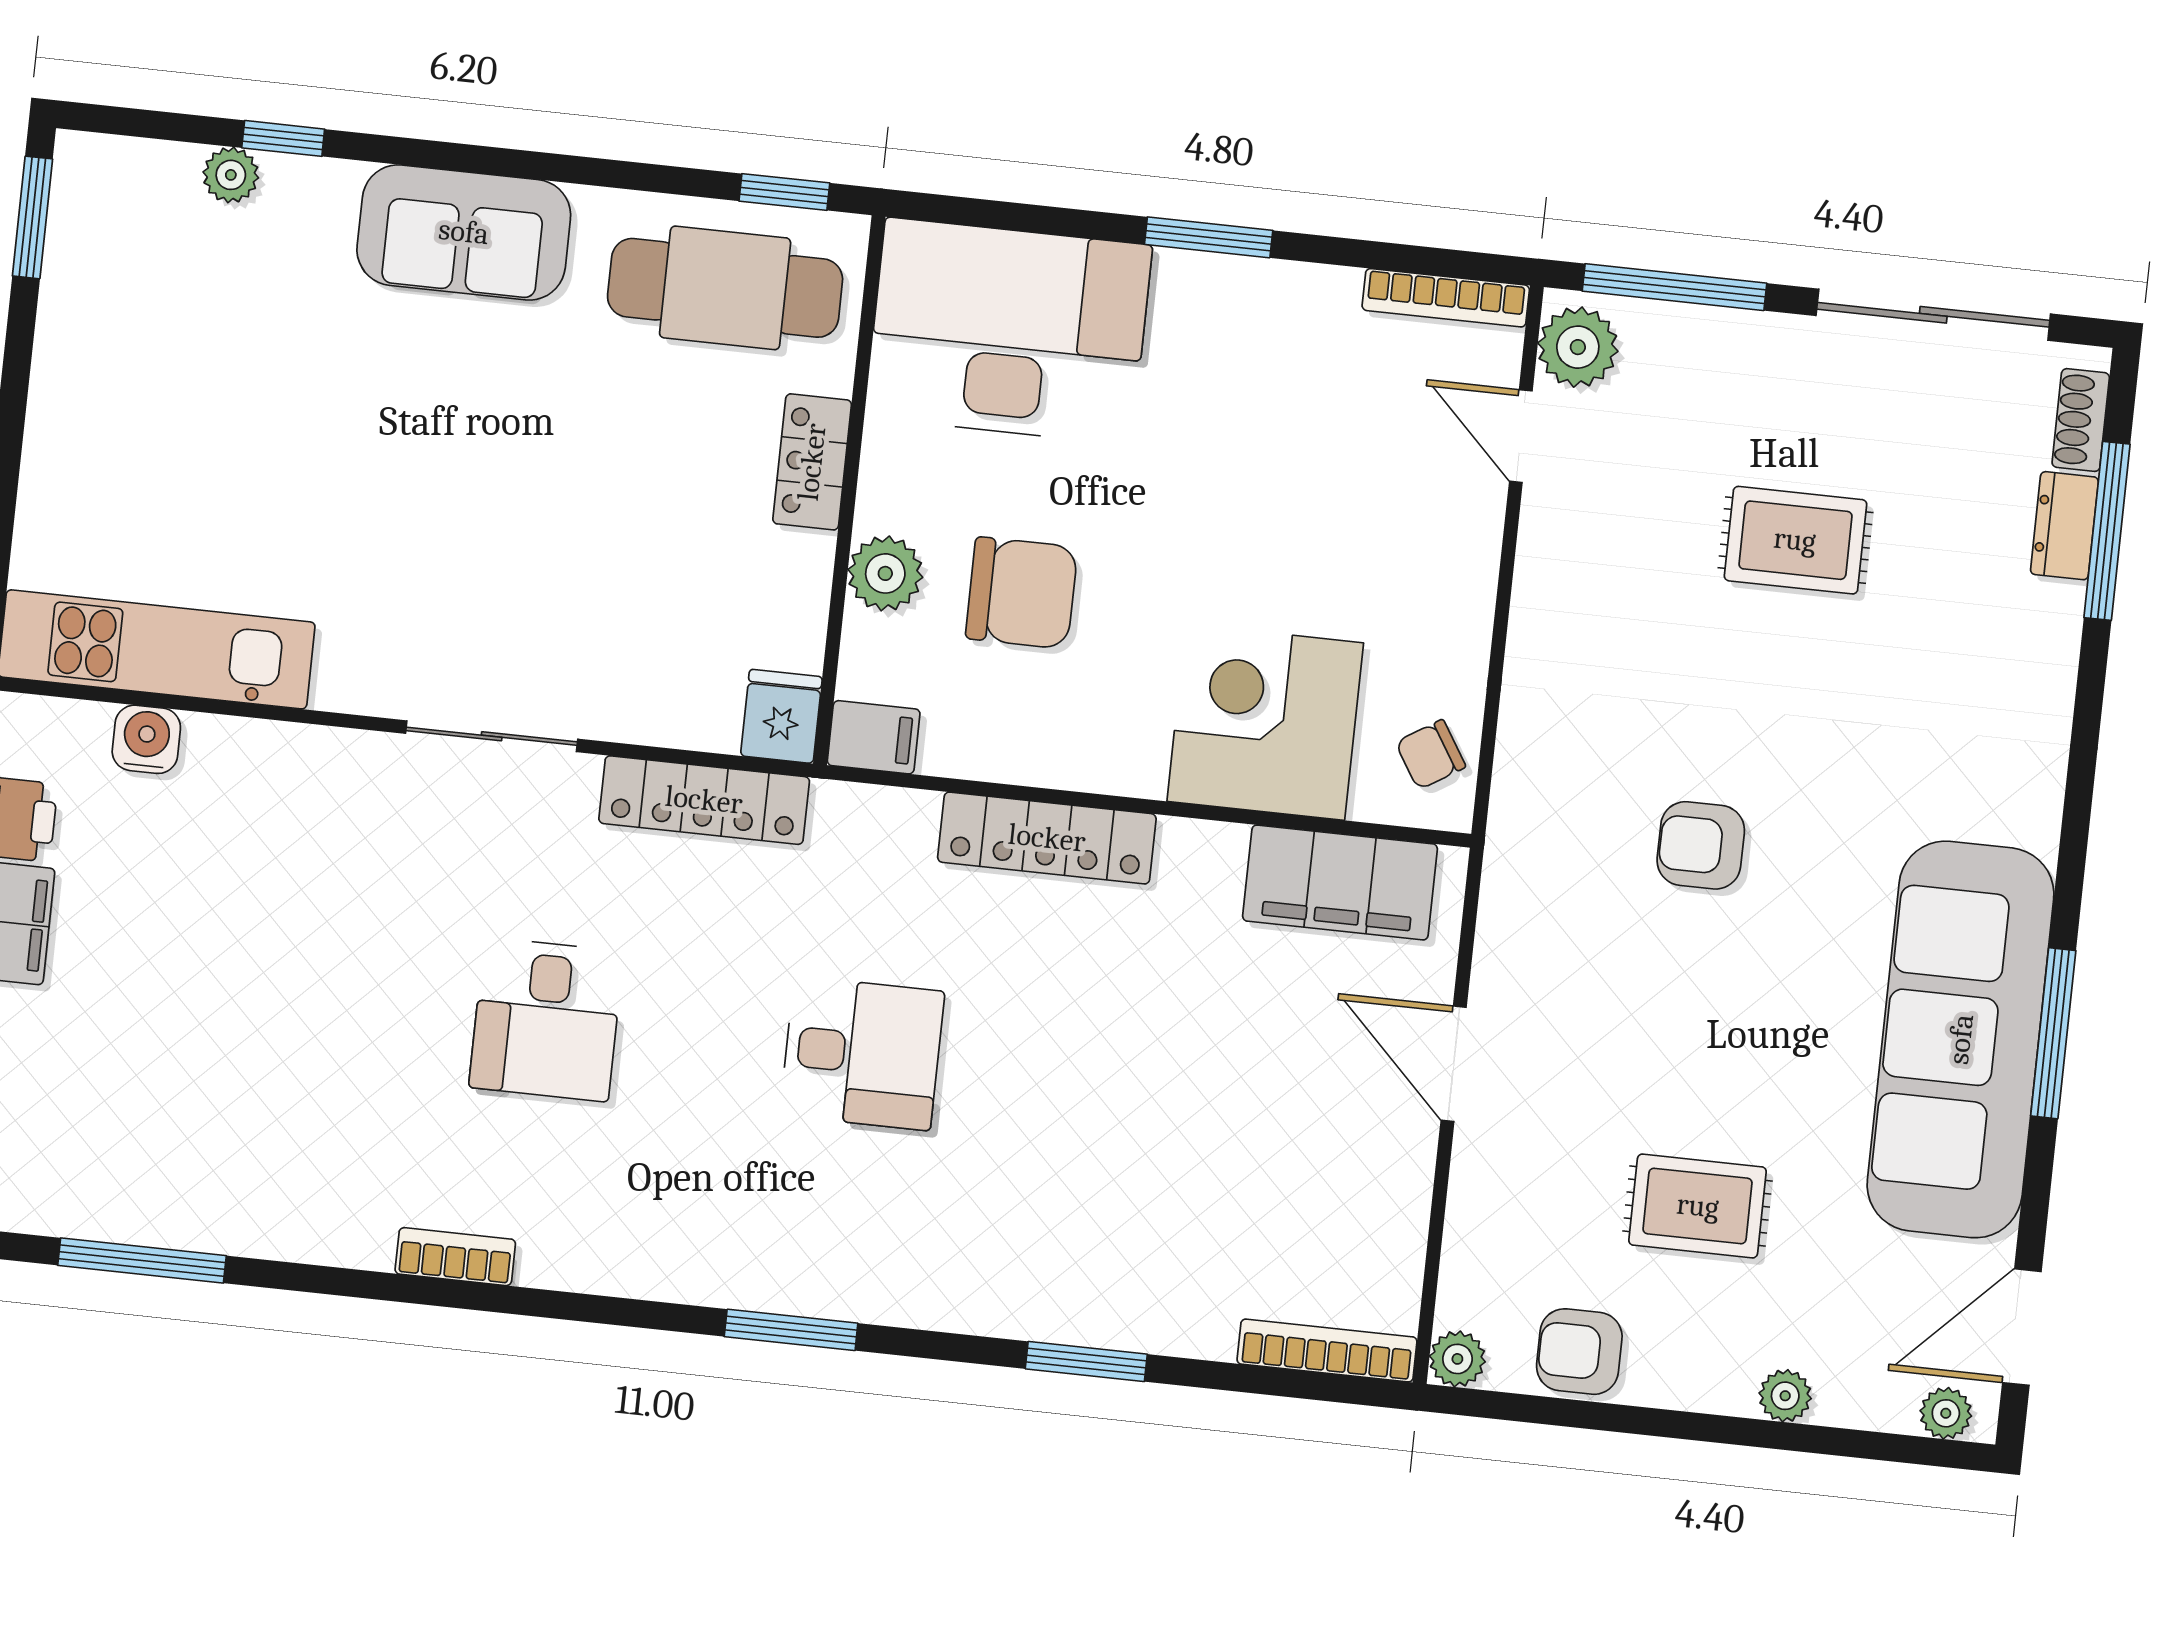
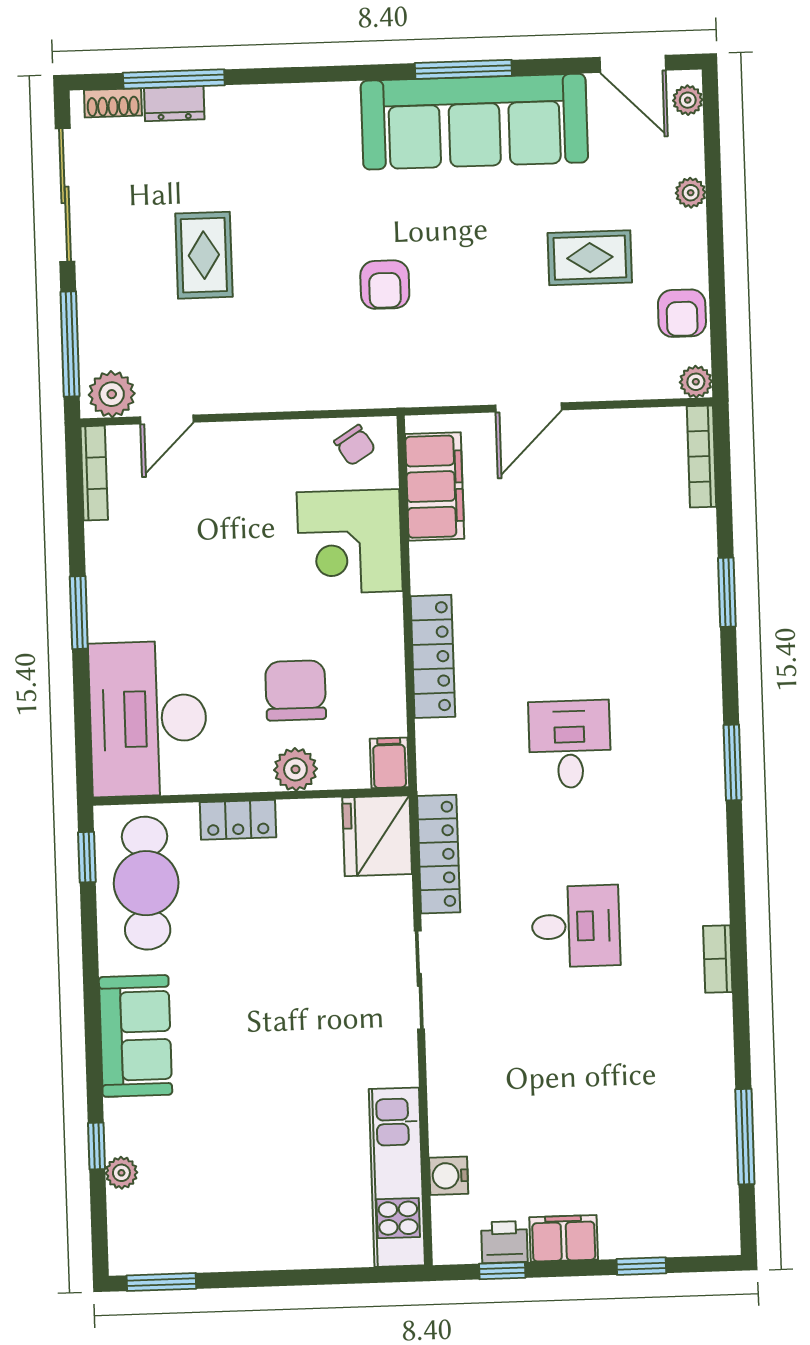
fridge: (781, 716) -> (377, 836), width x1.88, depth x1.34
rug: (1698, 1206) -> (590, 258), turned 90

